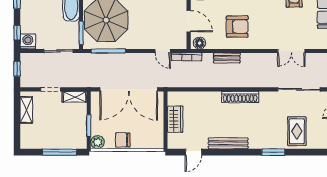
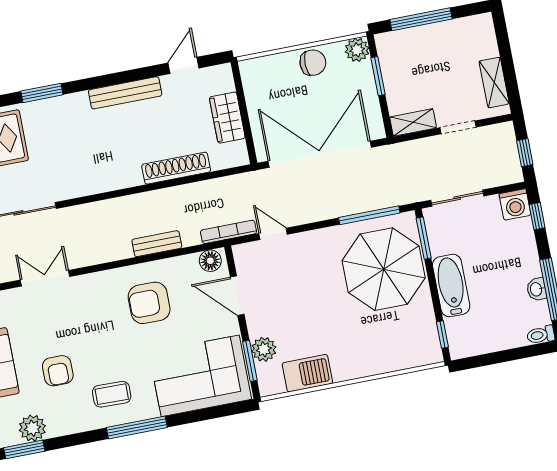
shoe rack: (240, 97) -> (176, 168), moved

